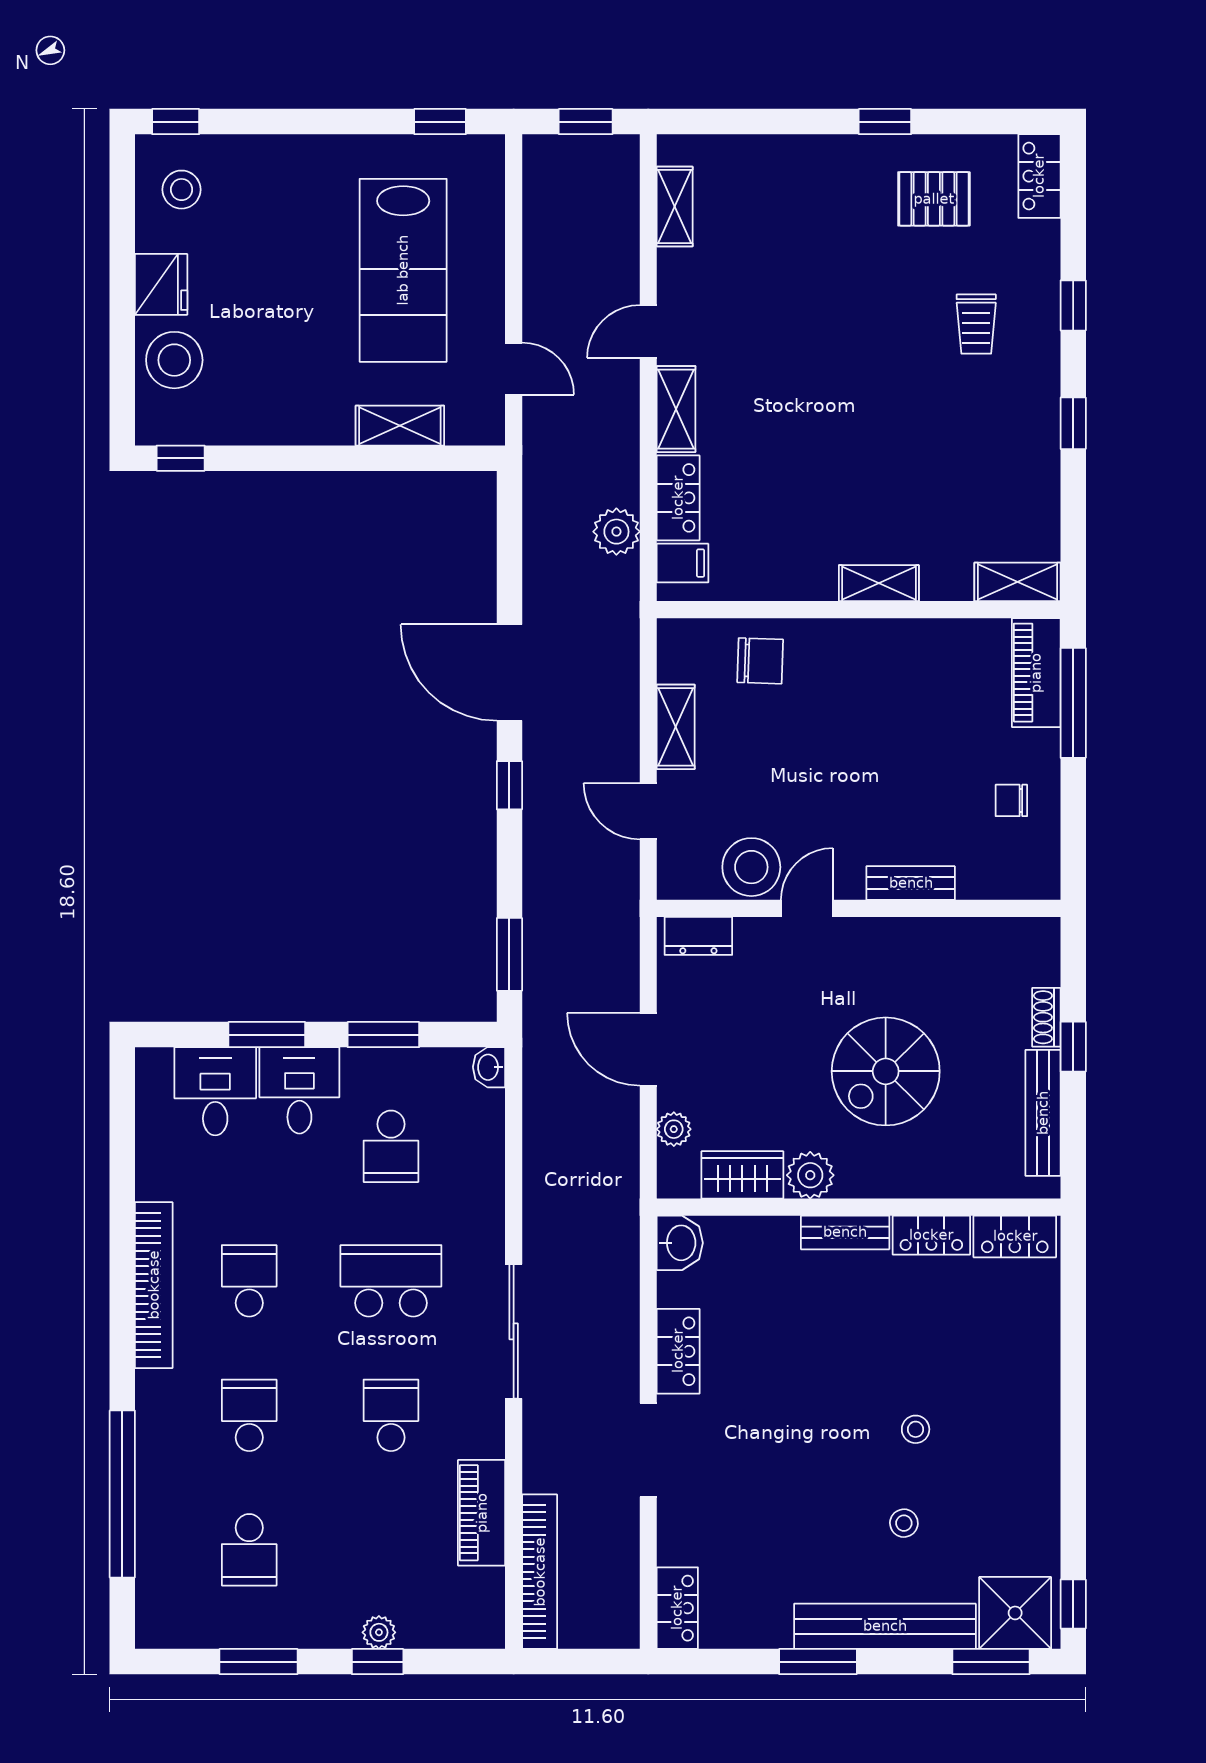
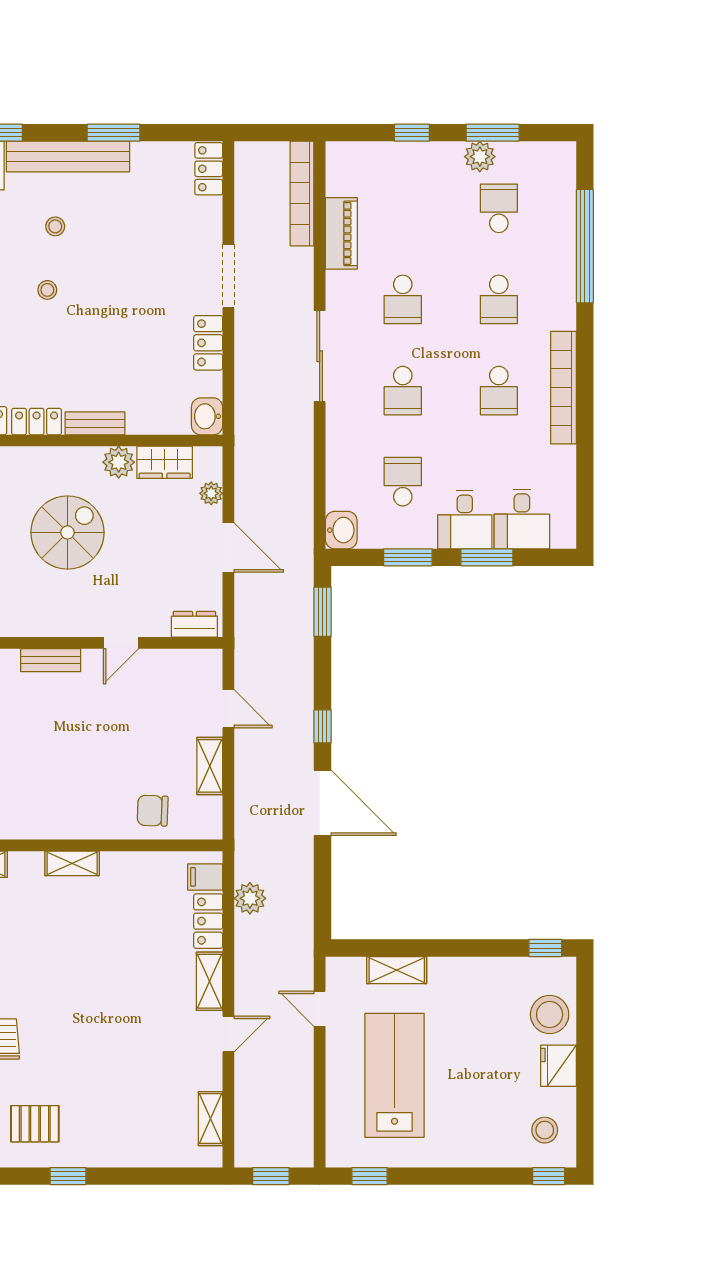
stool: (751, 867) -> (159, 671), removed
washbasin: (489, 1067) -> (341, 530), width x1.38, depth x1.45
school desk: (391, 1281) -> (403, 391), width x0.54
plant: (379, 1632) -> (480, 157), moved, width x1.38, depth x1.38

